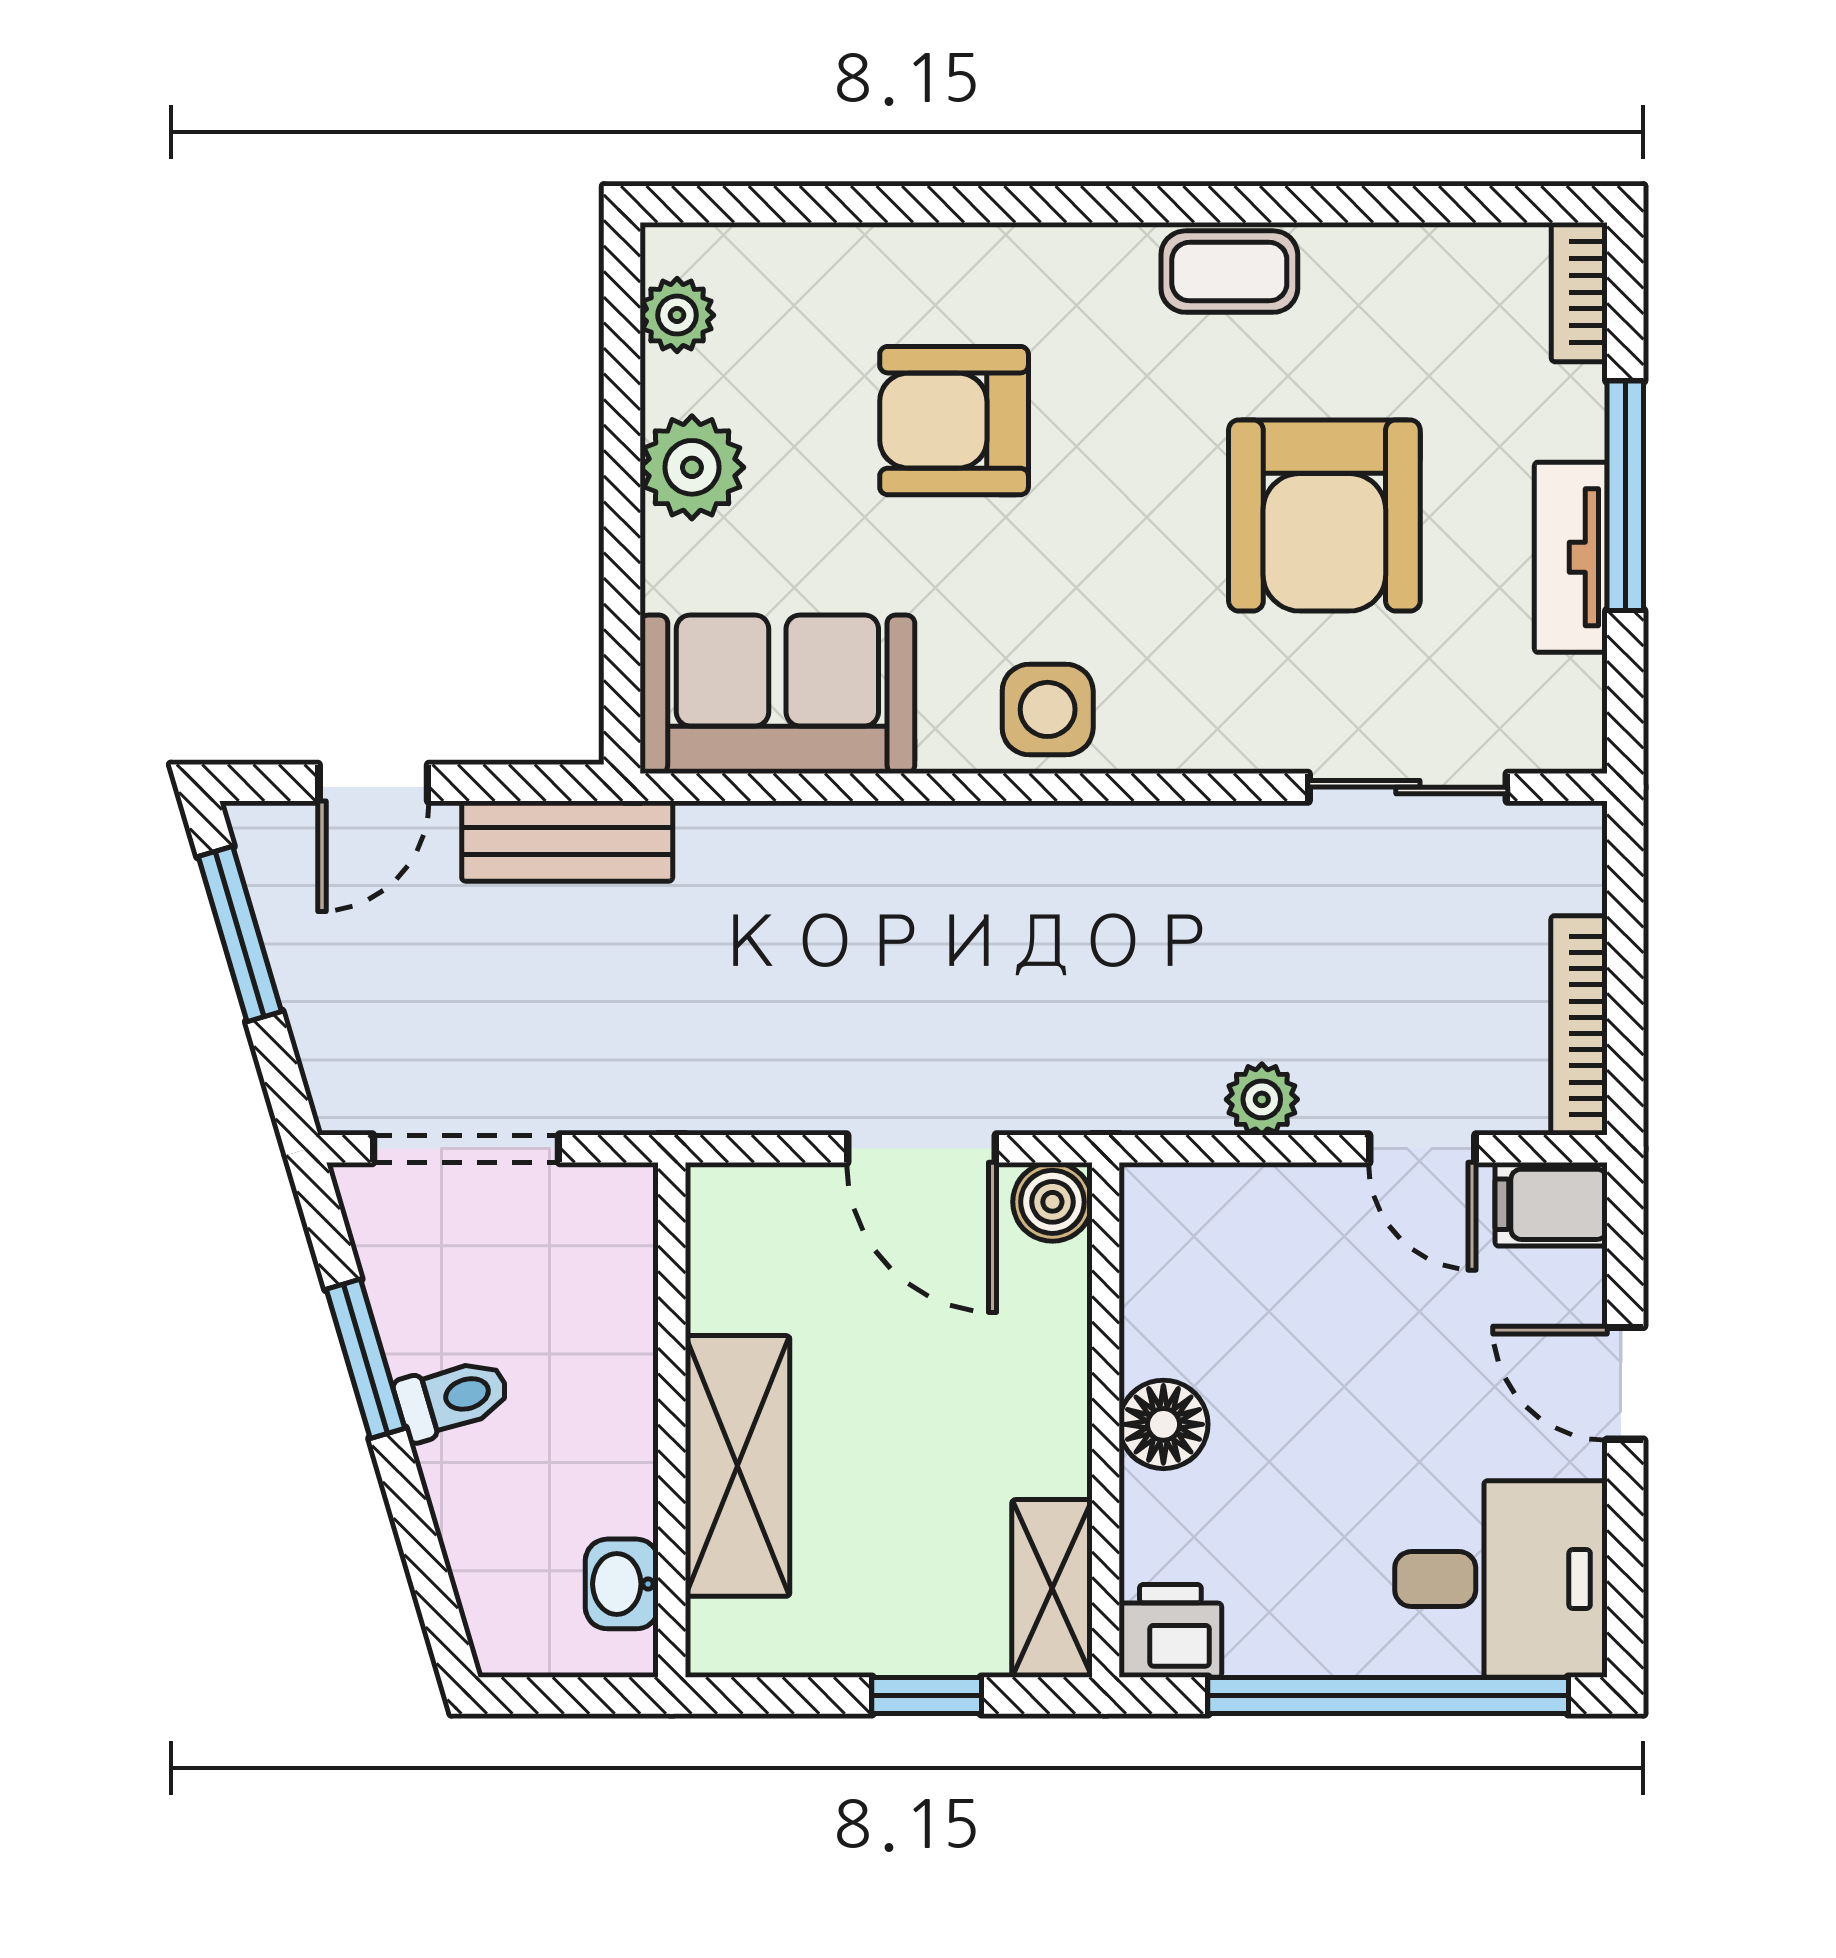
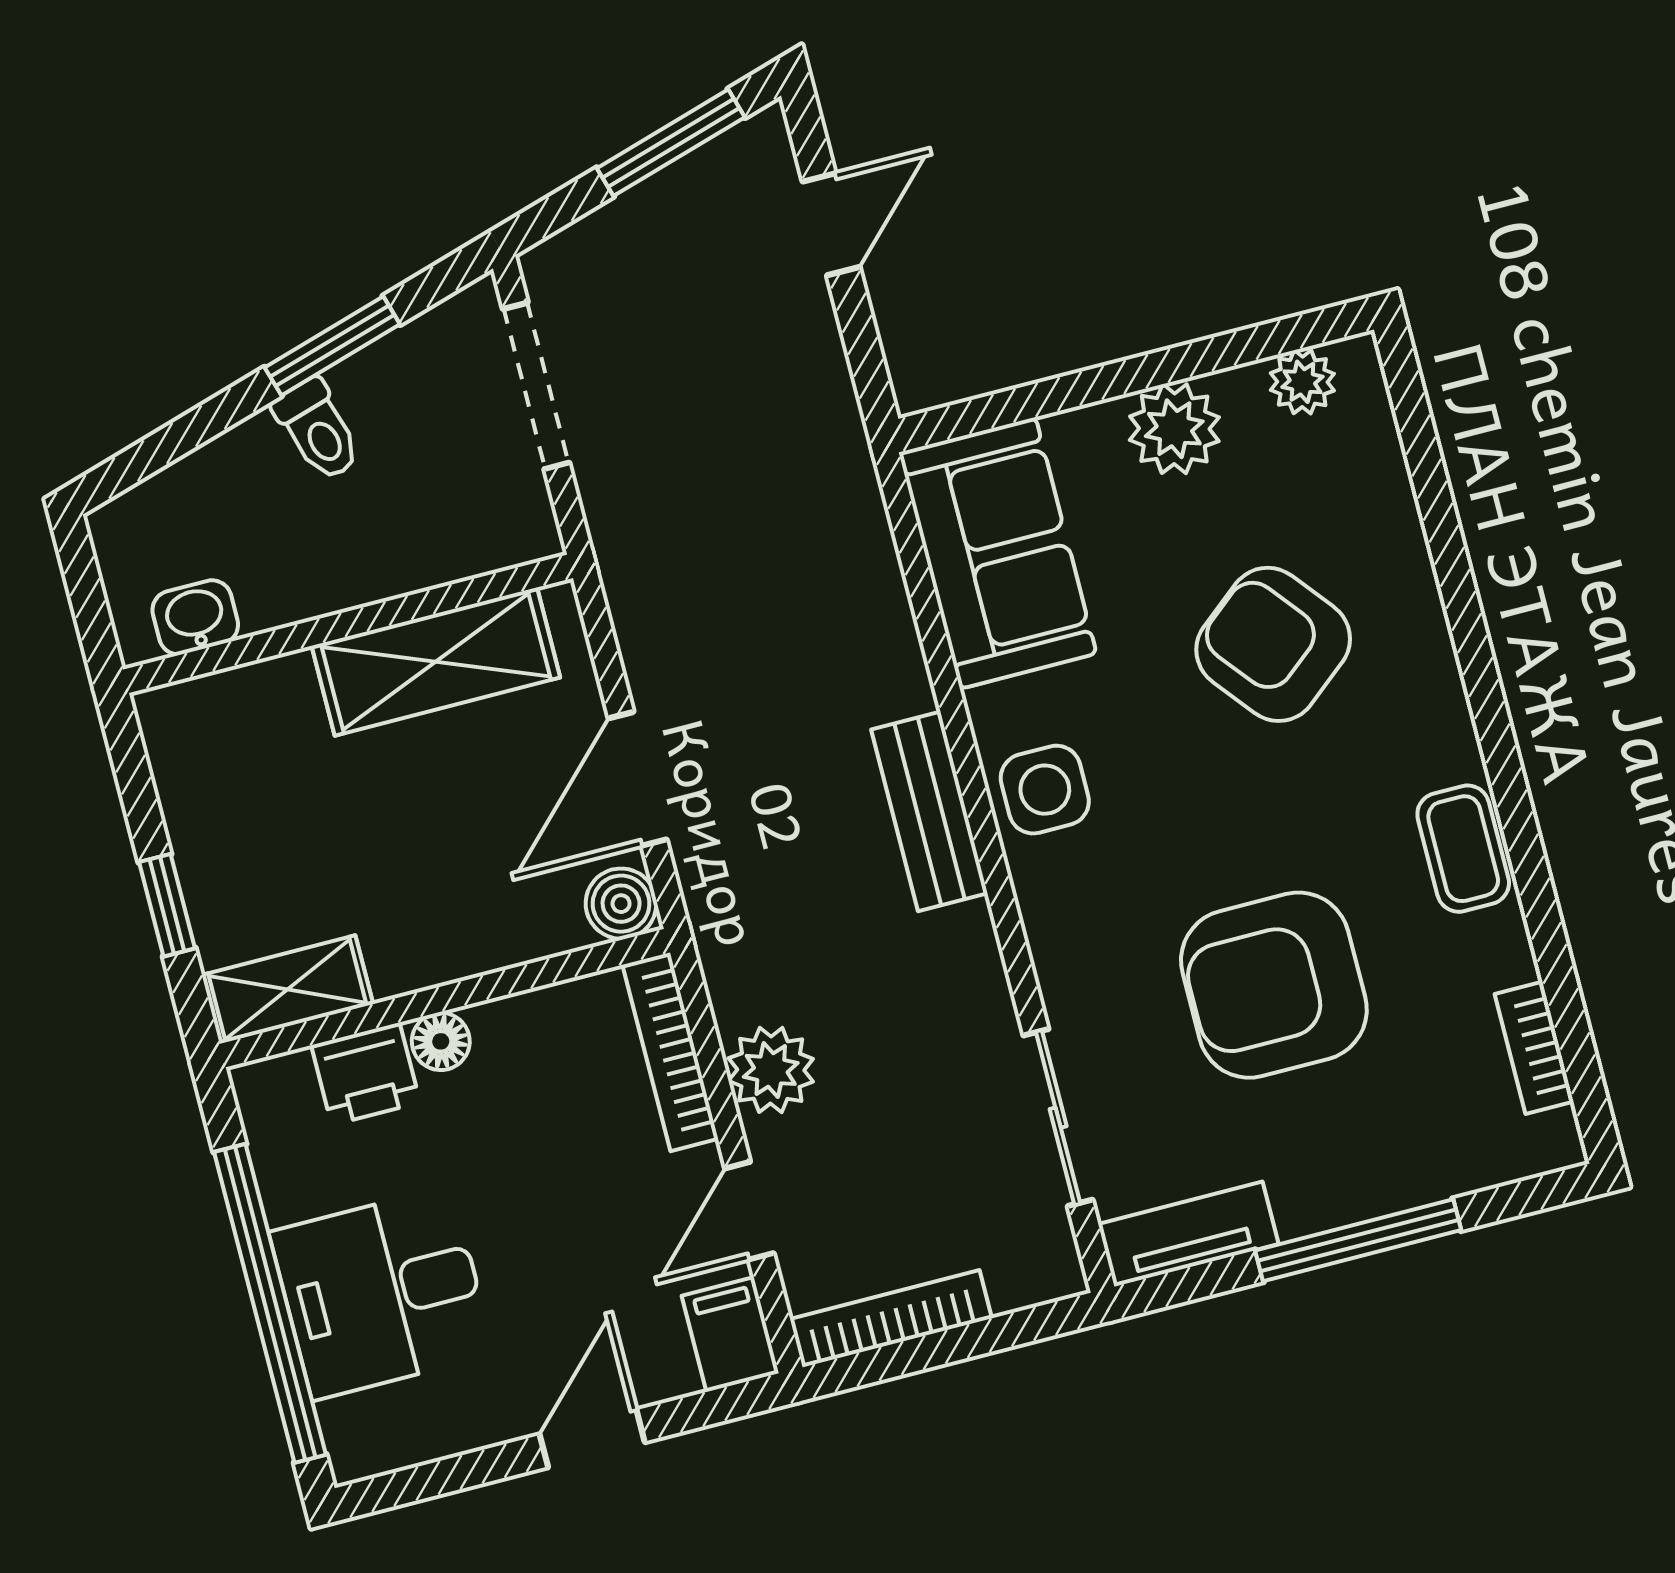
bookcase: (1579, 292) -> (1534, 1048), moved, turned -90
armchair: (954, 421) -> (1273, 644), turned -39
tv unit: (1571, 557) -> (1188, 1234), moved
door: (373, 783) -> (831, 224), swing flipped
bench: (567, 841) -> (929, 811), moved
plant: (1262, 1099) -> (771, 1070), width x1.38, depth x1.38
bookcase: (1227, 1190) -> (670, 1052), added
floor lamp: (1163, 1424) -> (441, 1041), width x0.73, depth x0.73
shelving: (738, 1466) -> (436, 662), moved
desk: (1501, 1579) -> (382, 1293), moved, turned 90
printer: (1170, 1631) -> (366, 1074), moved, turned 90

